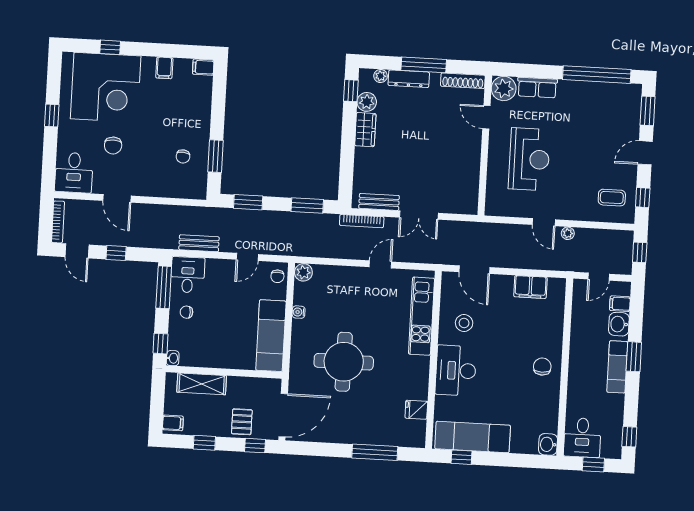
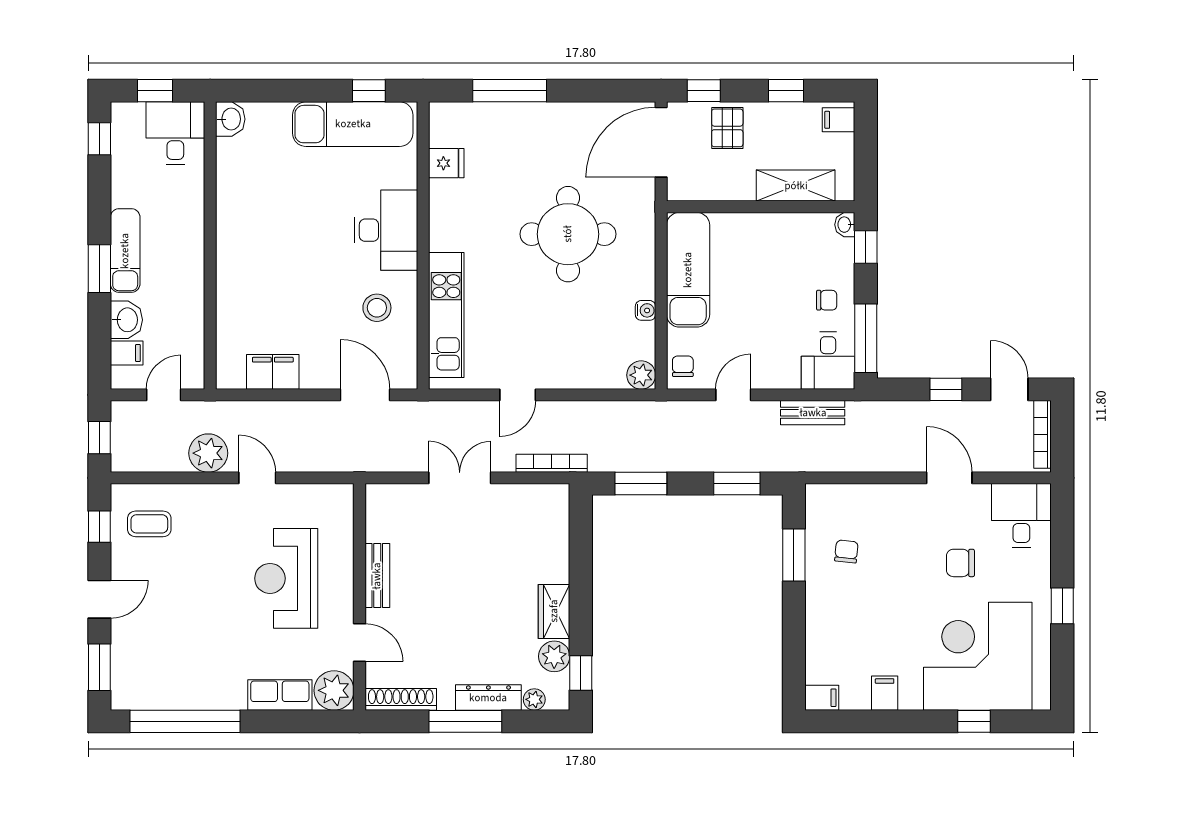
chair: (113, 146) -> (960, 563), turned -90
bench: (379, 202) -> (377, 576), moved, turned 90
plant: (568, 233) -> (208, 453), width x1.87, depth x1.87
chair: (542, 367) -> (247, 244), removed

